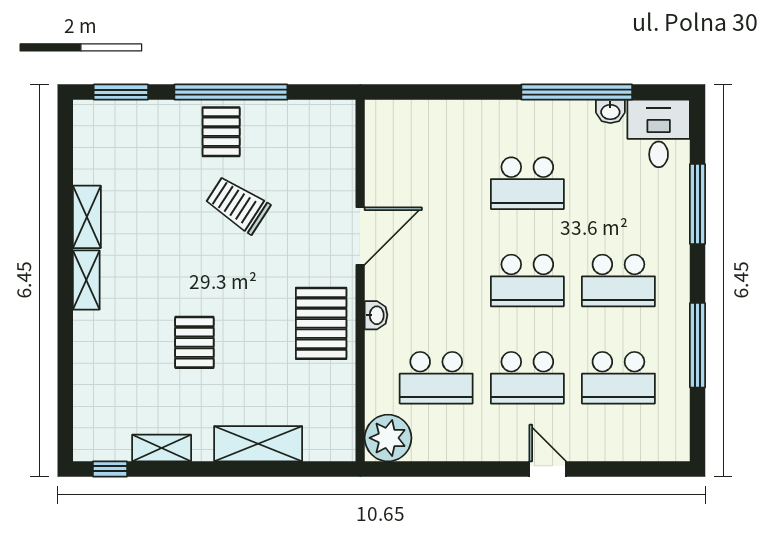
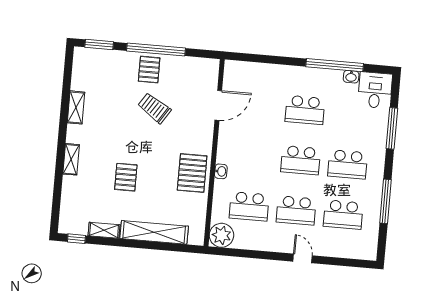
door: (360, 236) -> (218, 105), moved
shelving: (86, 280) -> (71, 159), moved
shelving: (258, 444) -> (154, 232), width x1.47

